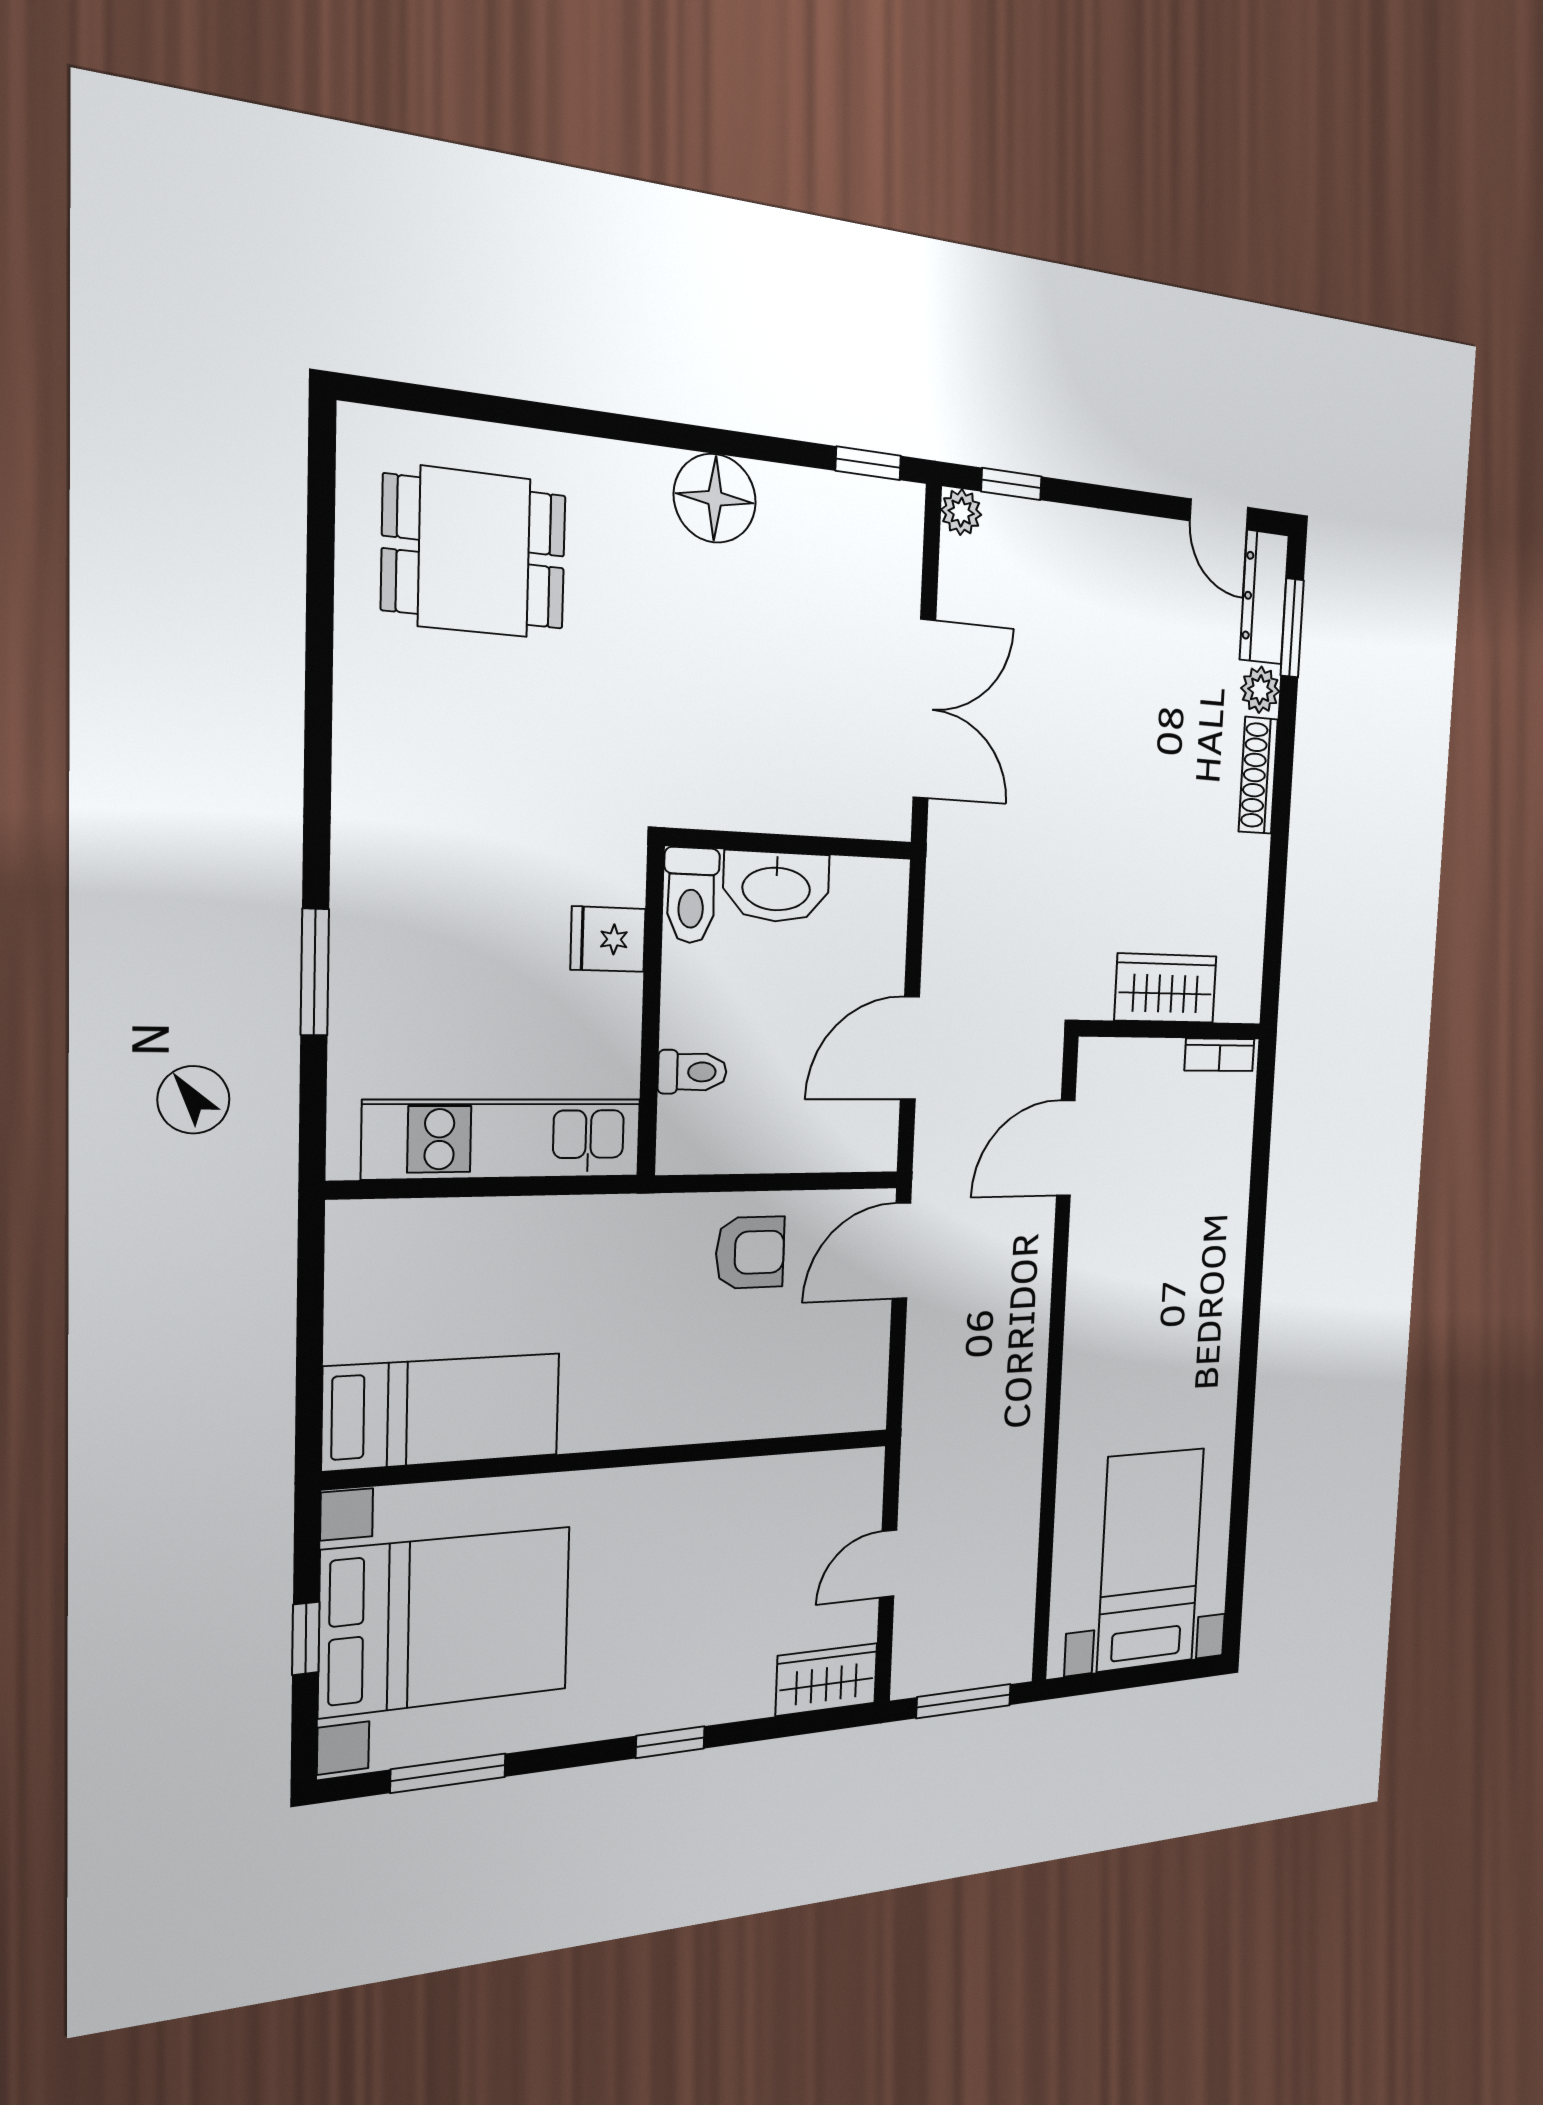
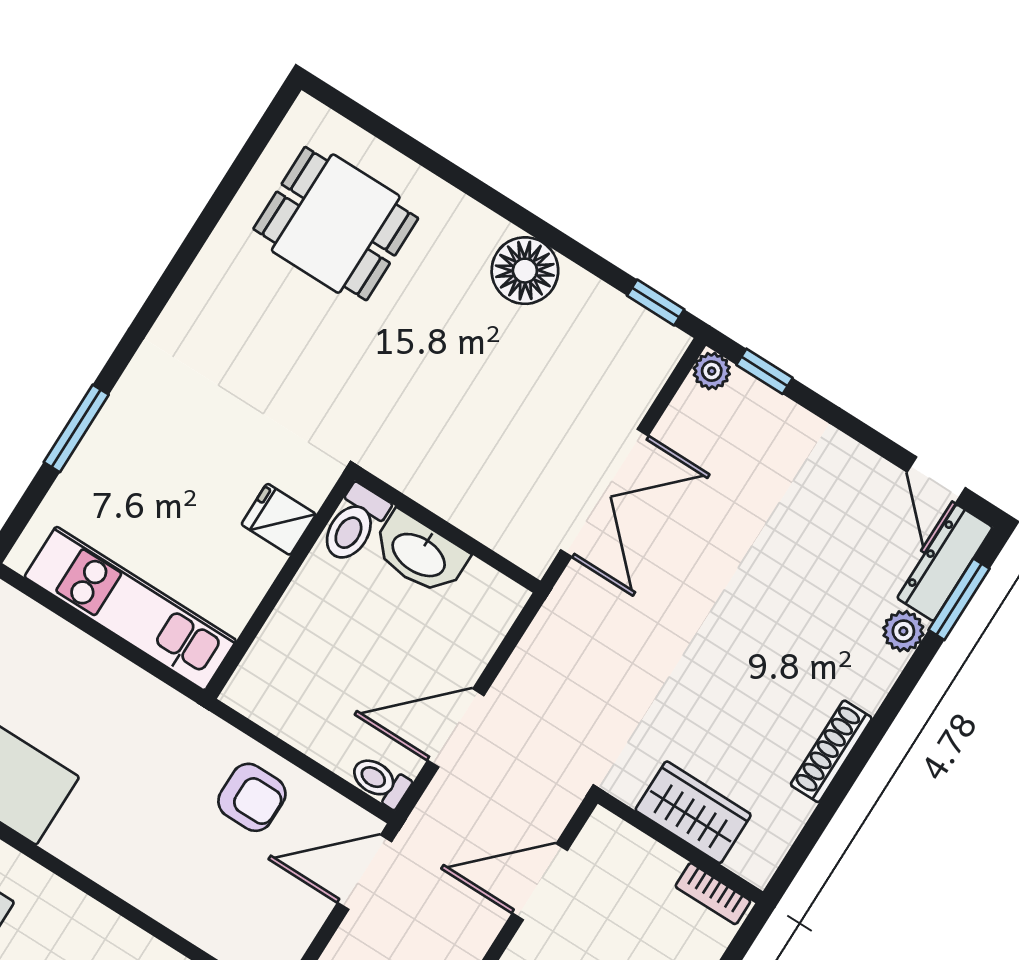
shoe rack: (1258, 775) -> (831, 751), moved
toilet: (692, 1072) -> (380, 781), moved, turned 180

